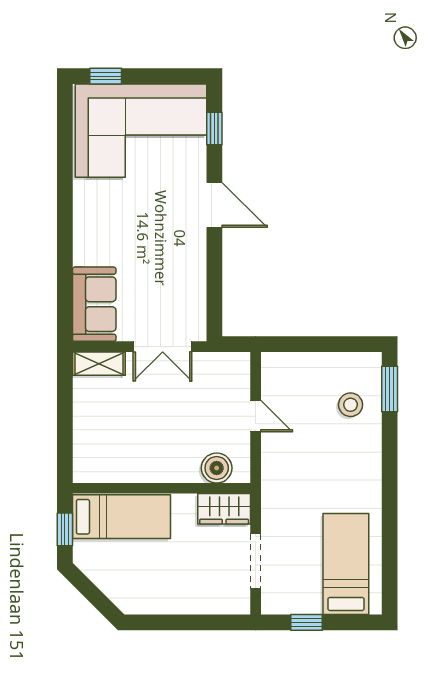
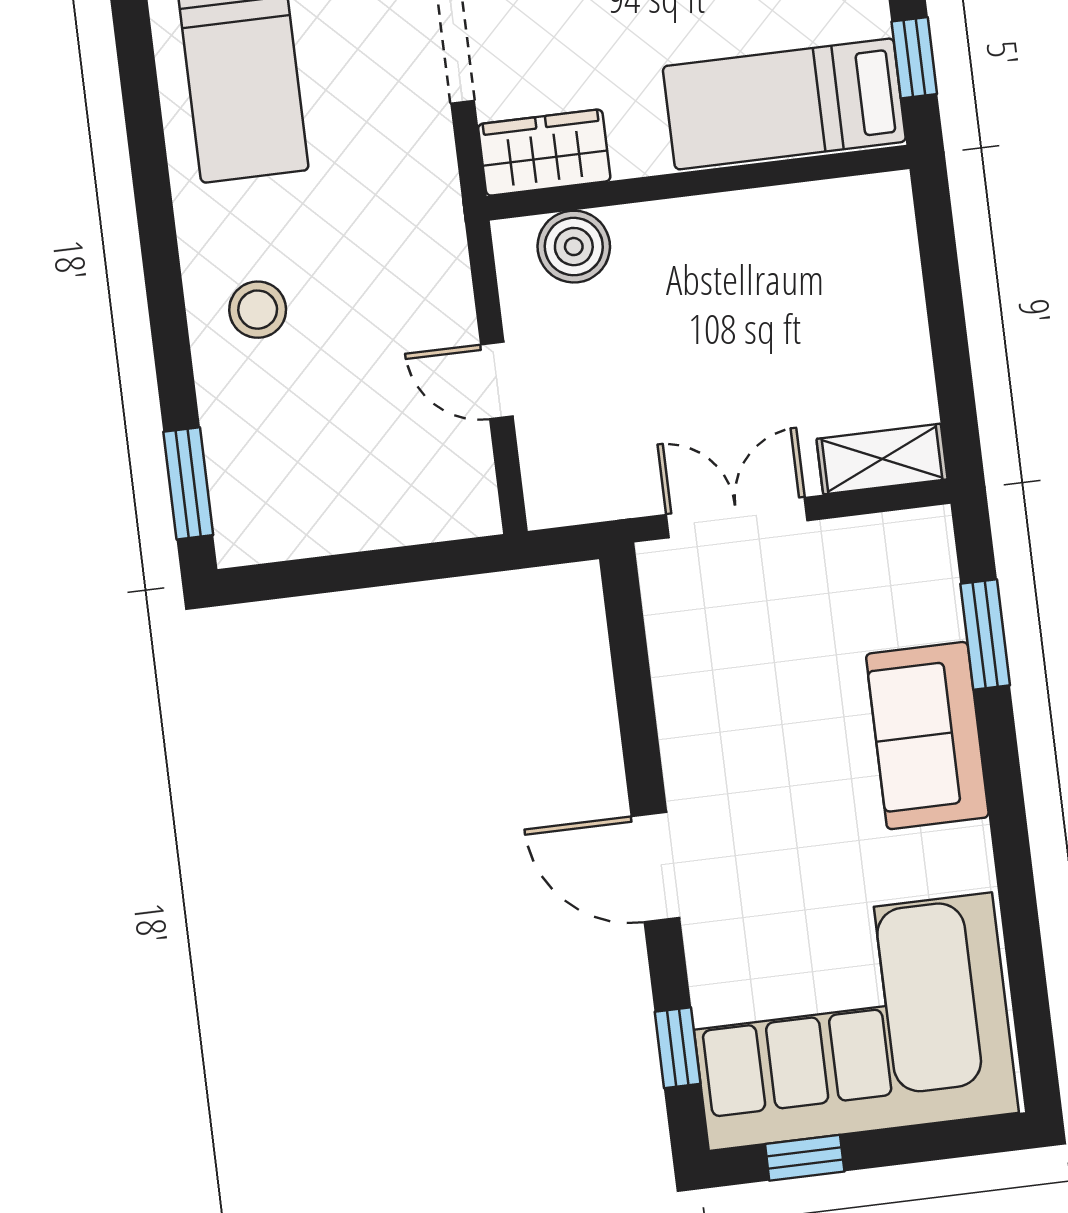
window: (106, 76) -> (805, 1158), moved
window: (65, 285) -> (985, 634), added
sofa: (94, 304) -> (927, 736), moved
stool: (351, 405) -> (258, 310), moved

